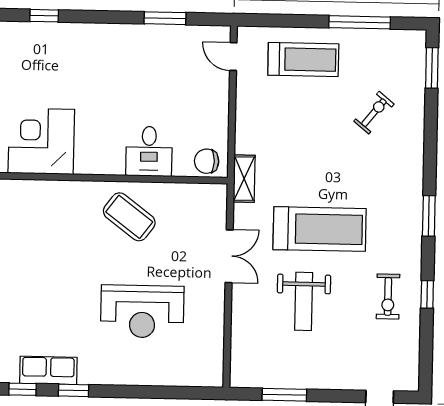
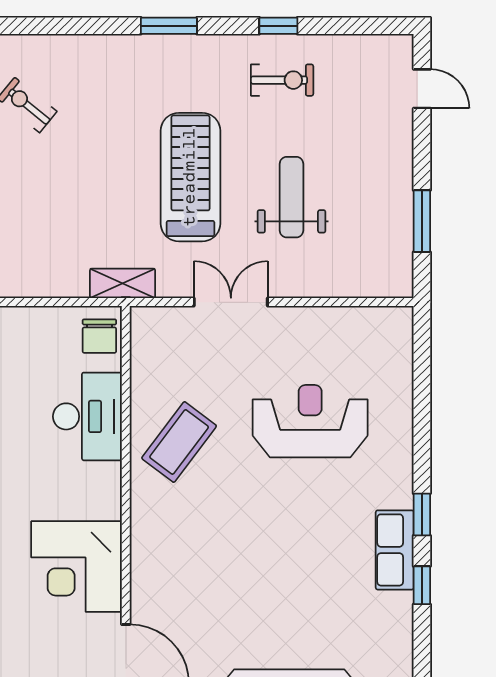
desk: (149, 151) -> (87, 416), width x1.37
weight bench: (304, 301) -> (291, 197), turned -90
reception desk: (142, 311) -> (310, 421), turned -90

